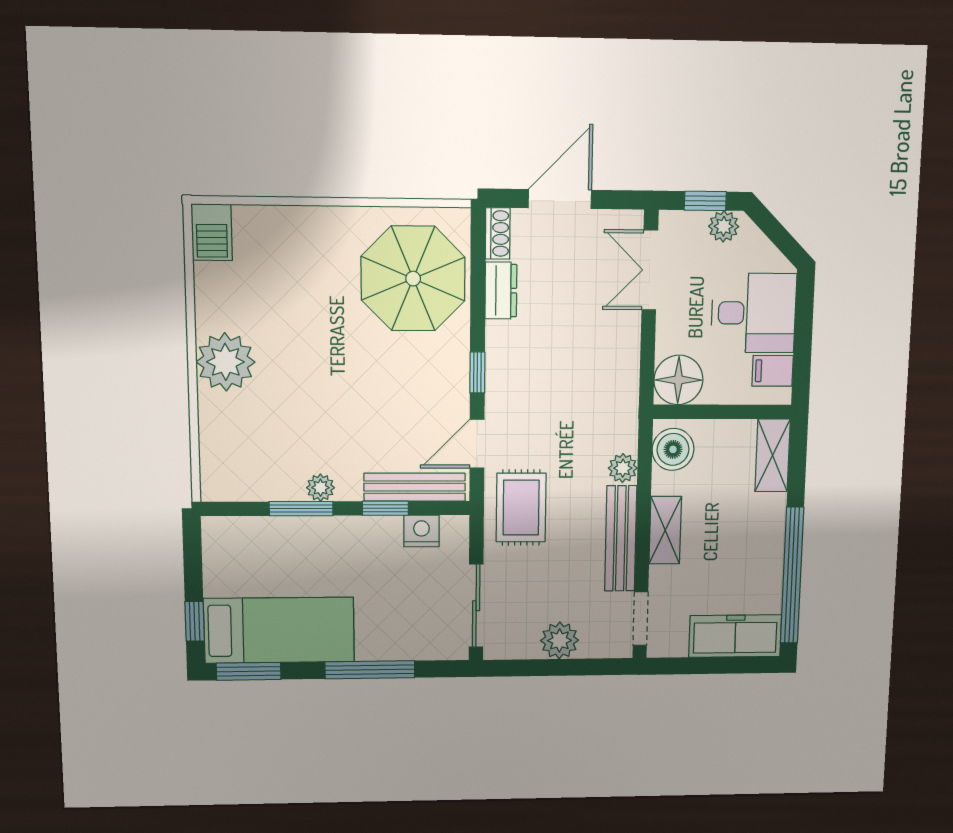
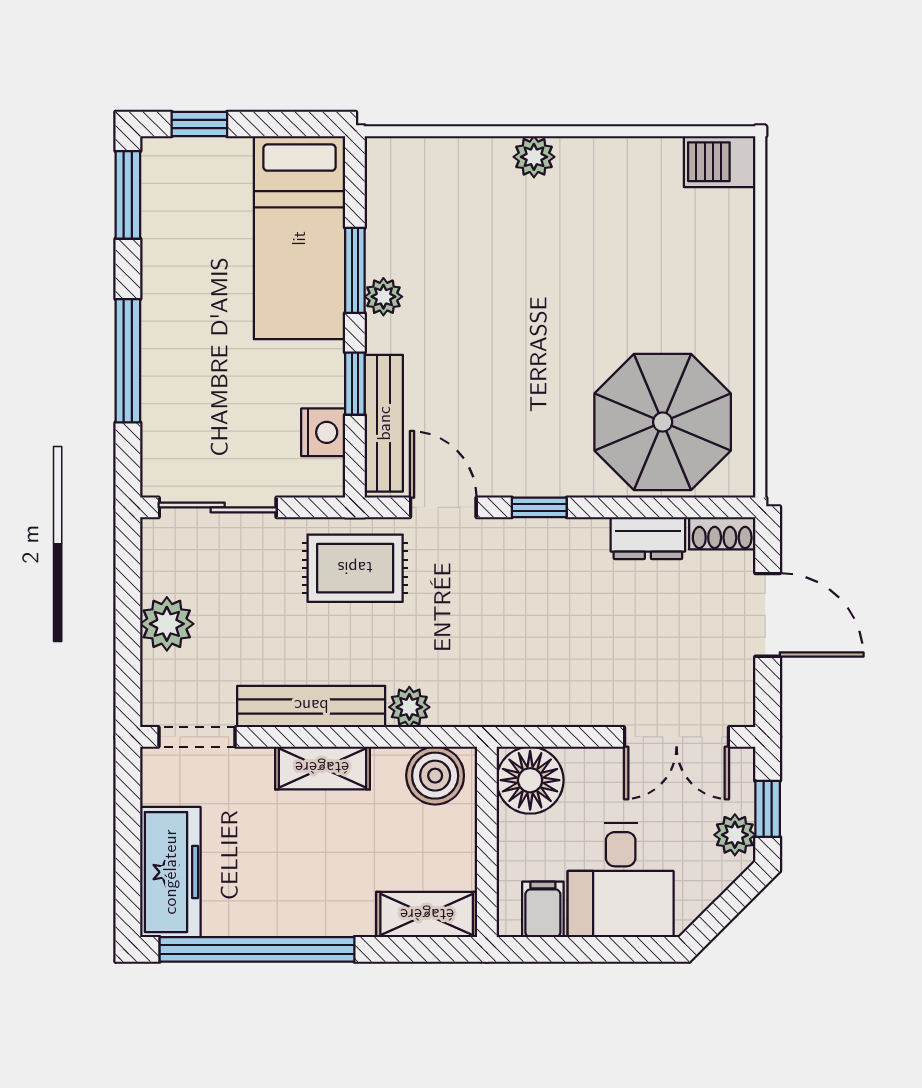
double door: (650, 270) -> (677, 737), swing flipped
plant: (225, 362) -> (534, 157), width x0.53, depth x0.53
bed: (279, 630) -> (299, 238), moved

